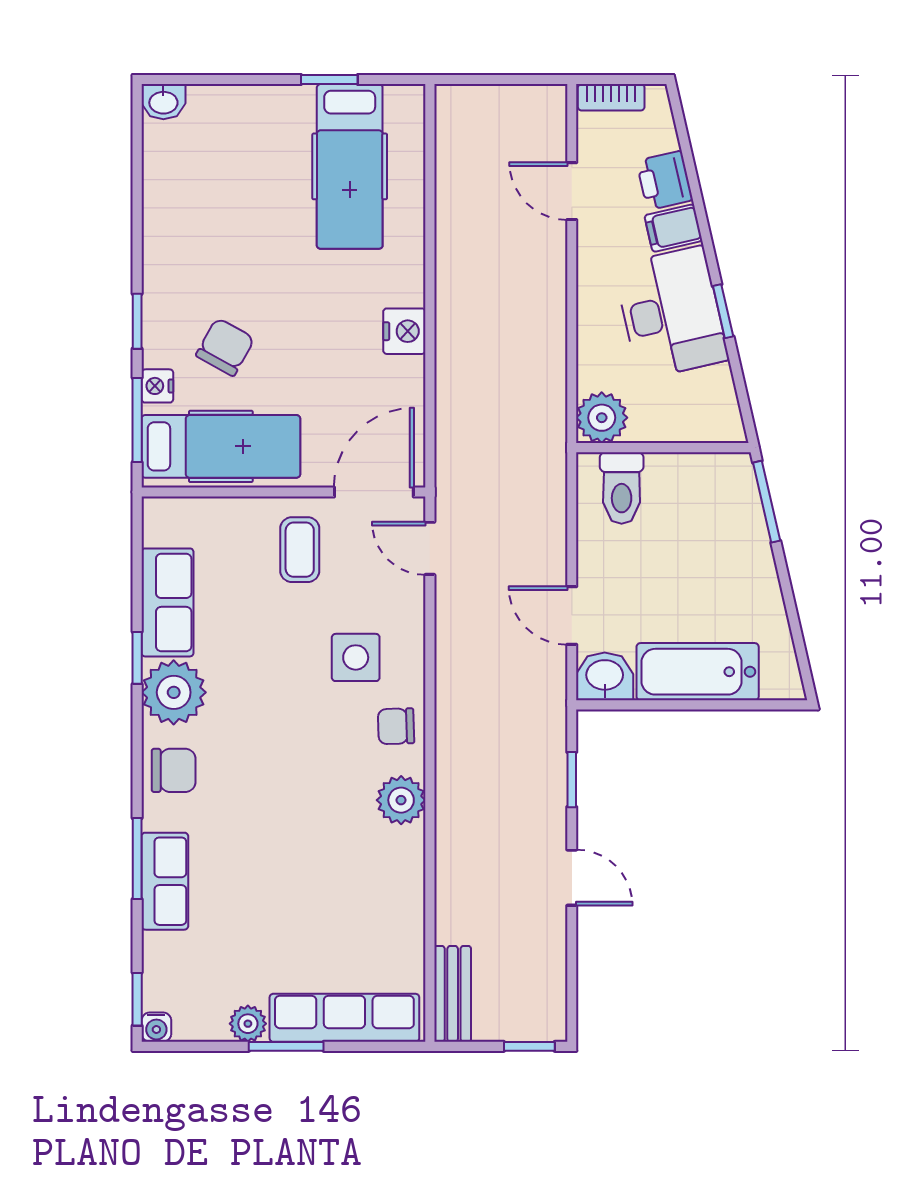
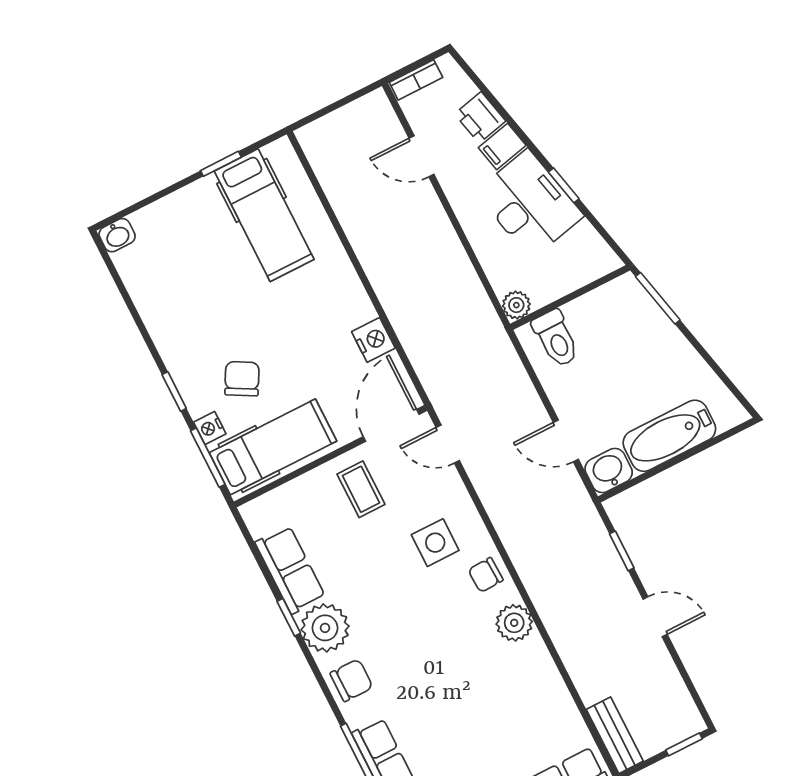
nightstand: (404, 331) -> (373, 340), moved
plant: (602, 418) -> (516, 305), width x0.73, depth x0.73

